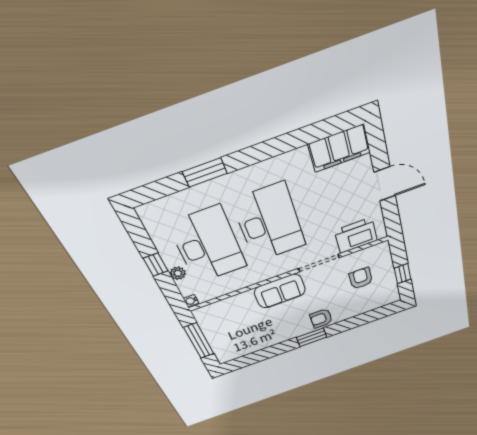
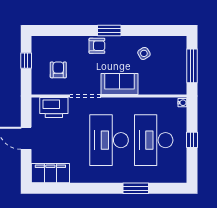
plant: (178, 273) -> (181, 128), removed
armchair: (361, 278) -> (58, 70), turned 180
side table: (262, 331) -> (144, 53), added

